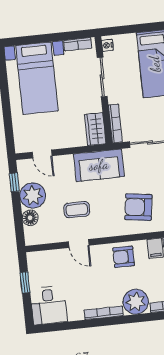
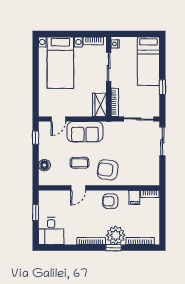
door: (42, 154) -> (58, 119), hinge flipped
sofa: (99, 165) -> (85, 132), moved
plant: (33, 195) -> (48, 149), removed
armchair: (138, 207) -> (108, 170), moved
door: (79, 243) -> (78, 188), hinge flipped
window: (135, 319) -> (113, 248), added

